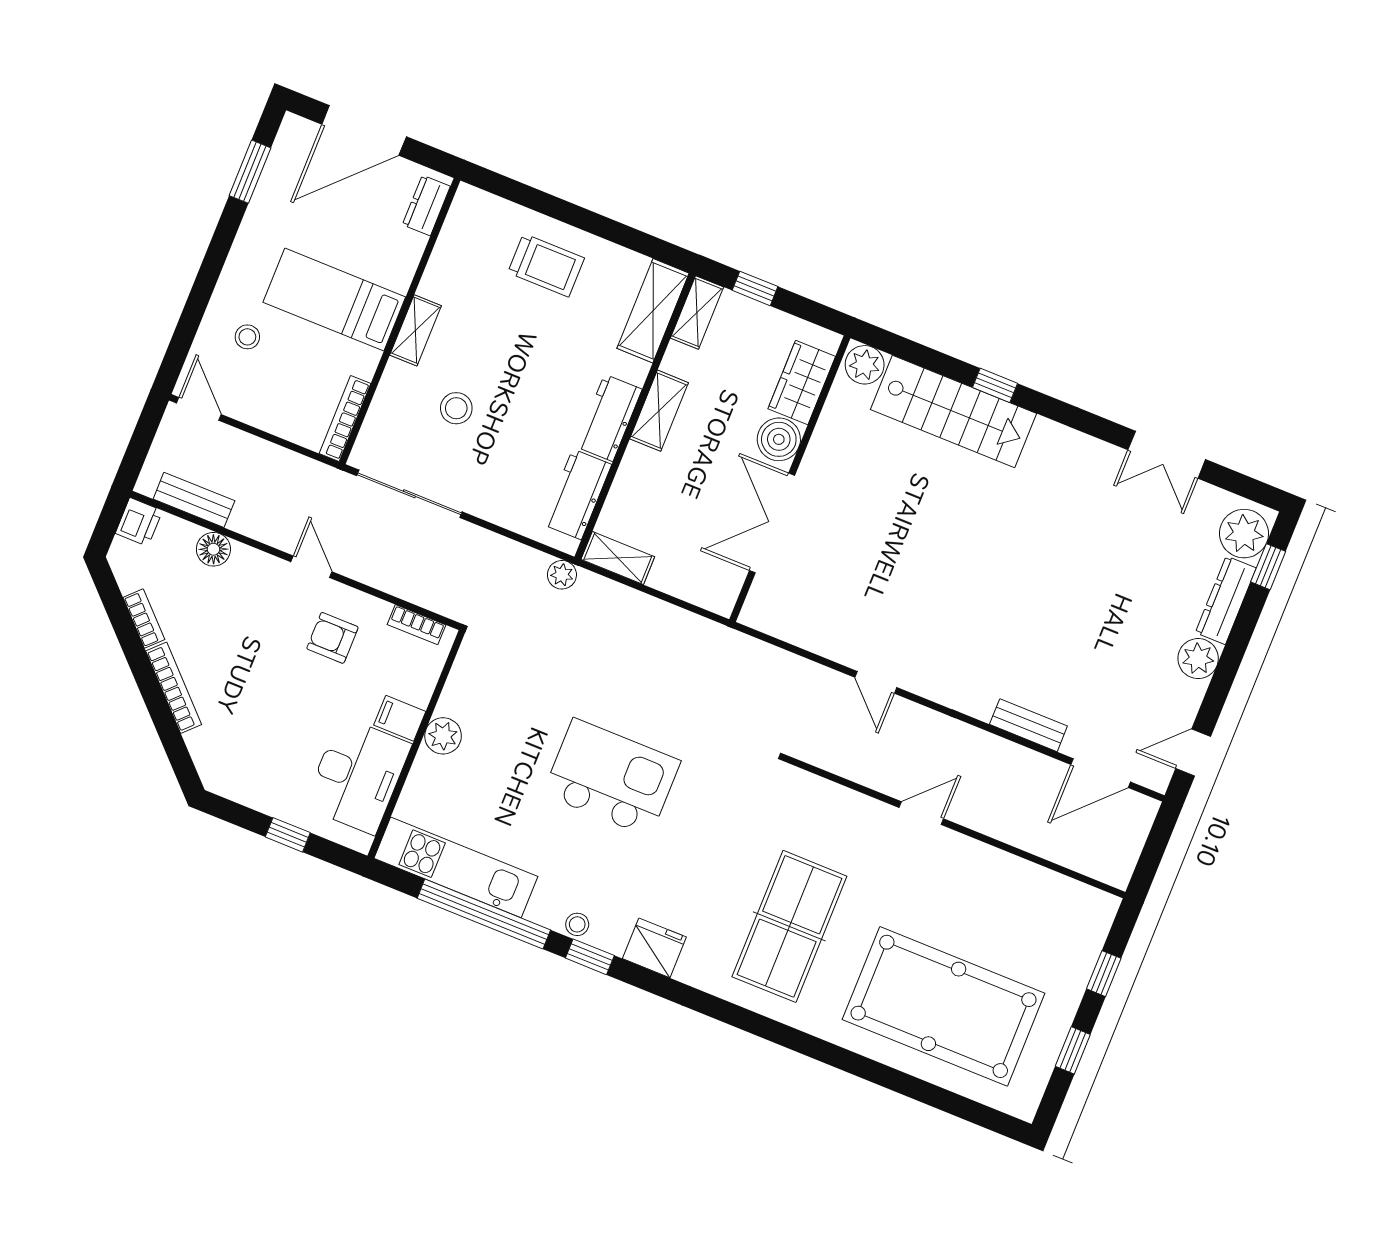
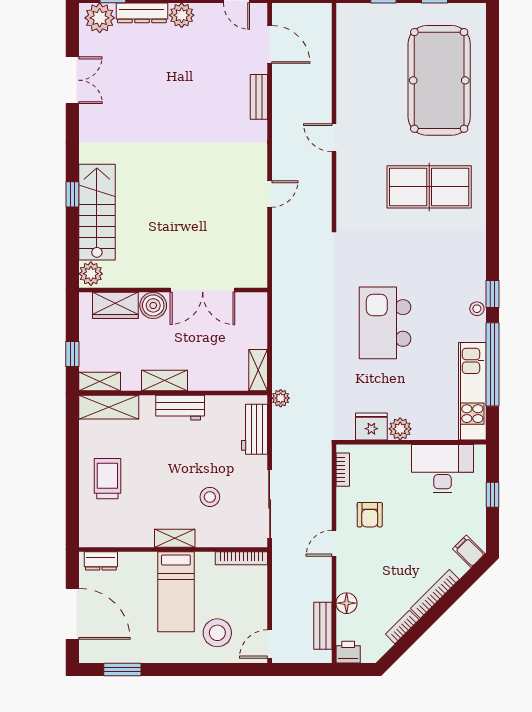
stool: (247, 337) -> (217, 633), width x1.89, depth x1.89
workbench: (577, 494) -> (254, 429), moved, turned 90
filing cabinet: (400, 718) -> (469, 551), moved, turned 135
fridge: (654, 948) -> (371, 426), moved, turned 90

